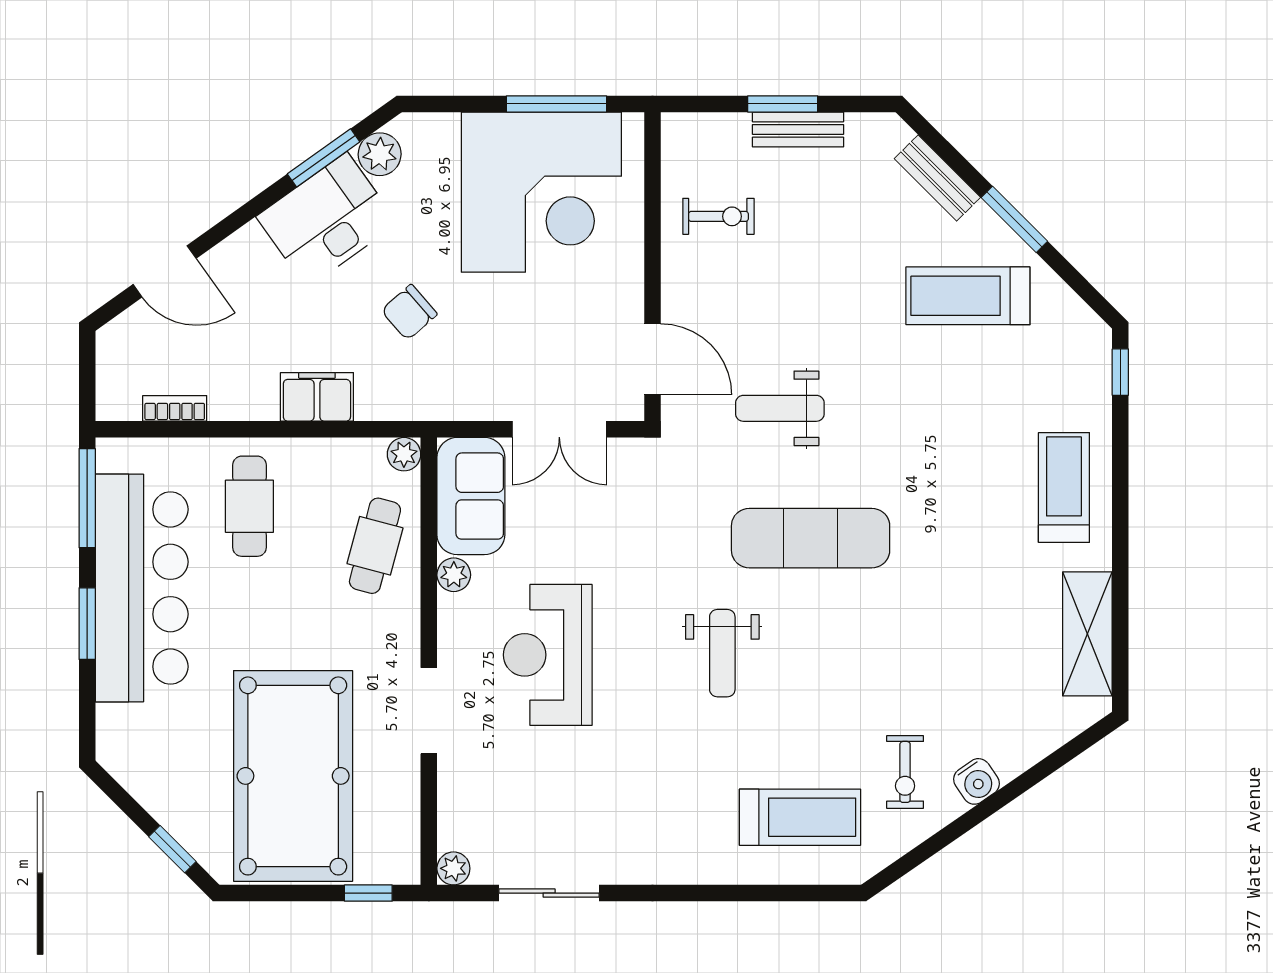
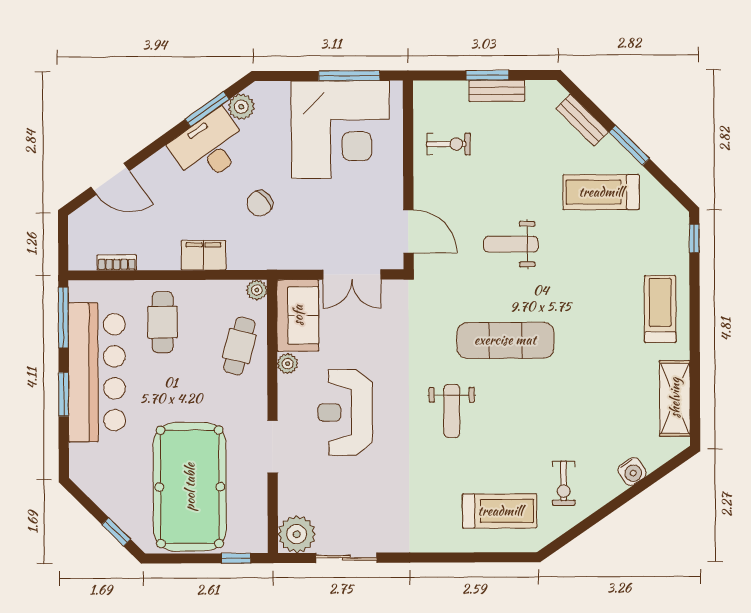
weight bench: (780, 408) -> (511, 244), moved
water cooler: (976, 781) -> (632, 472), moved
plant: (453, 868) -> (297, 534), width x1.88, depth x1.88

